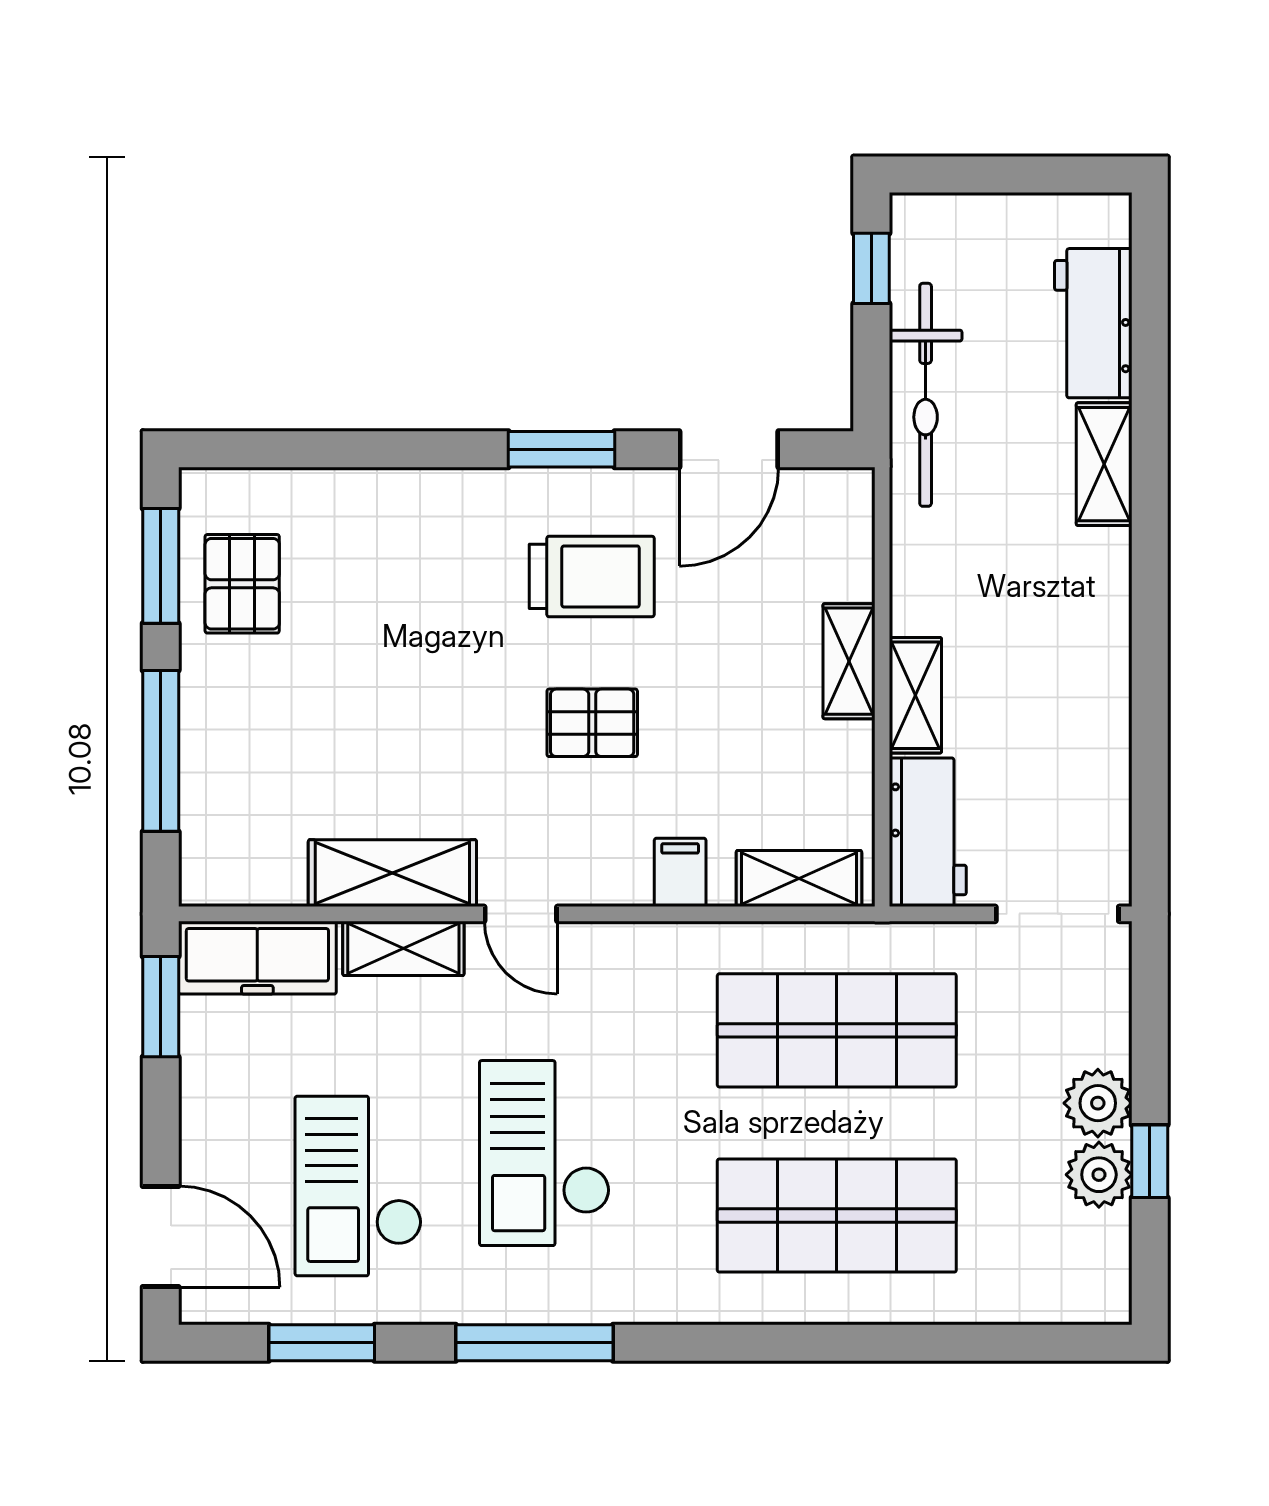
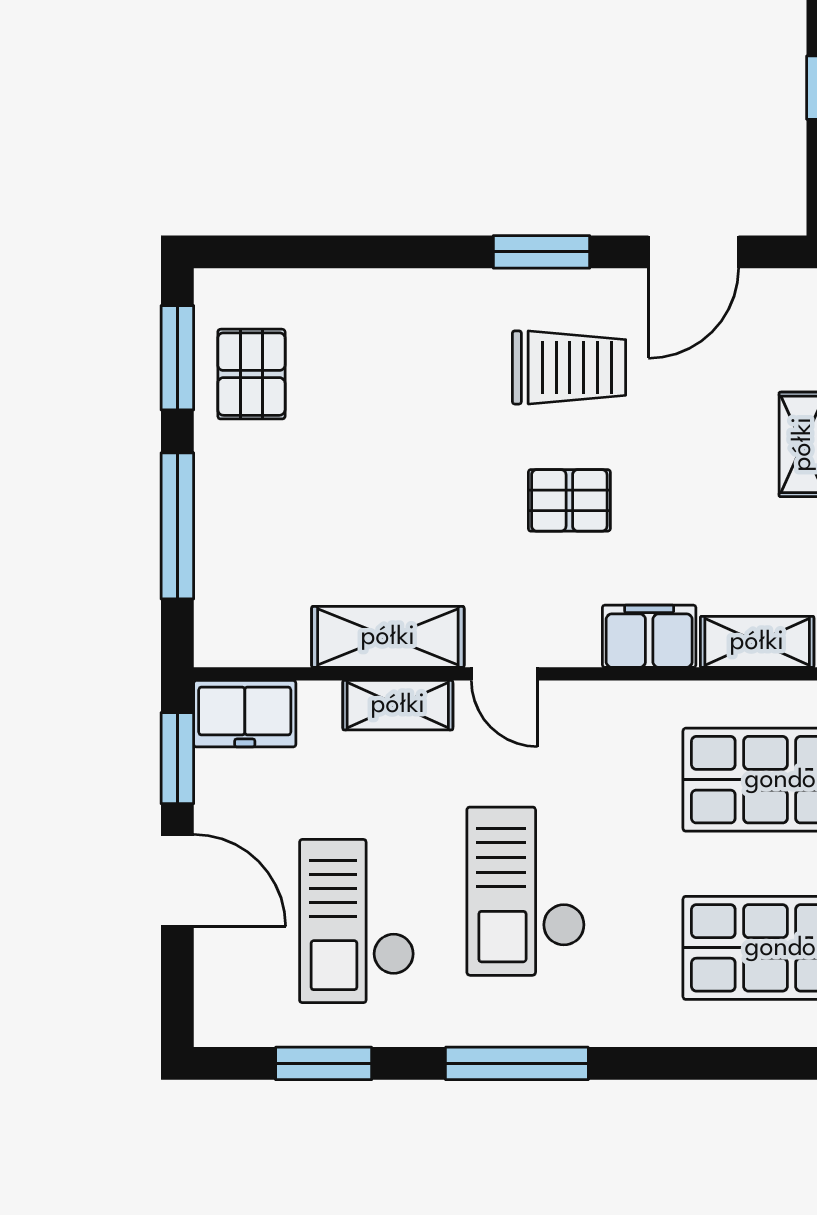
filing cabinet: (680, 872) -> (649, 636), width x2.00
freezer: (257, 958) -> (245, 714), width x0.71
door: (161, 1237) -> (177, 880), moved

